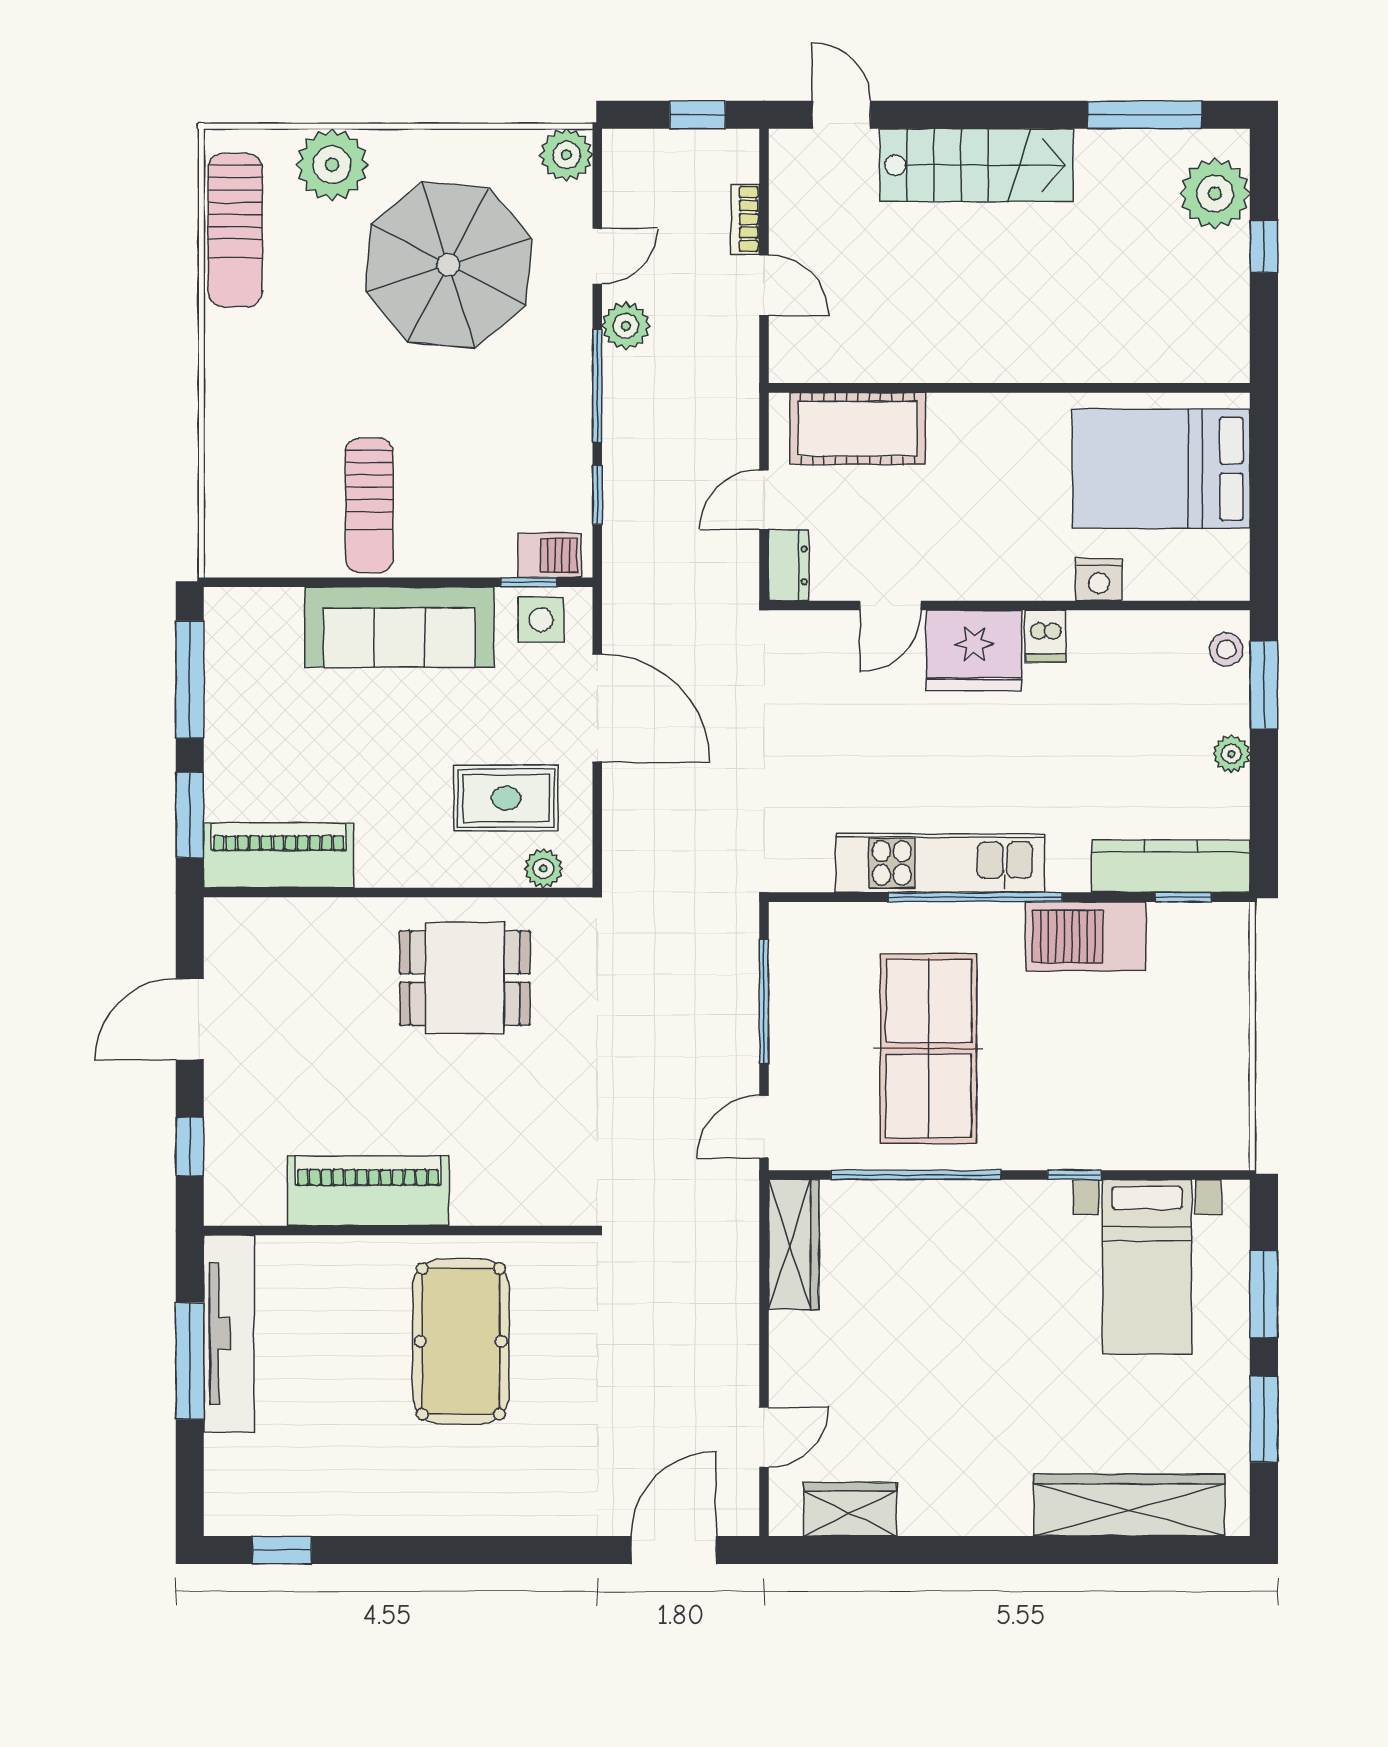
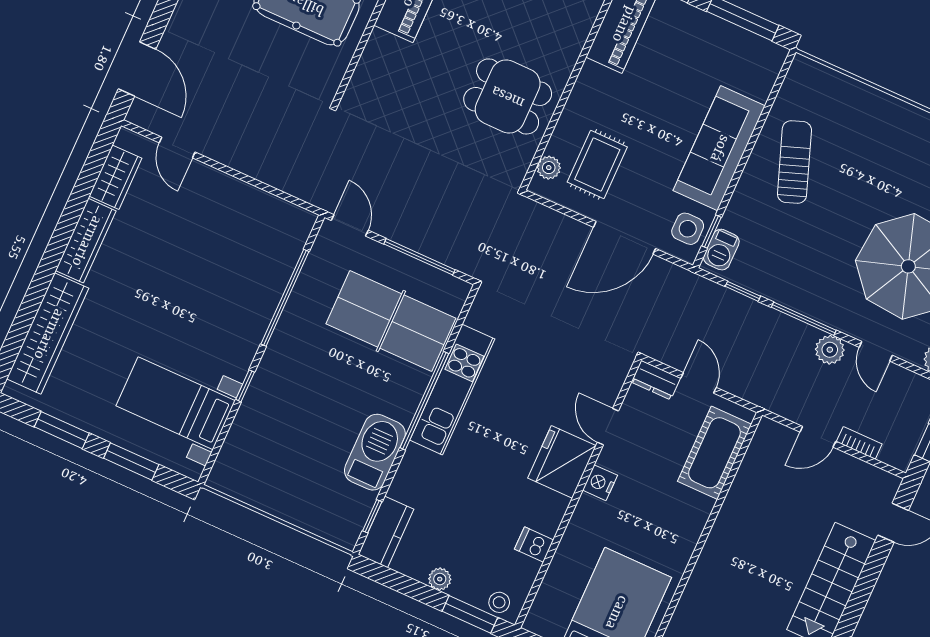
sun lounger: (369, 505) -> (794, 162), turned 70
nightstand: (1099, 580) -> (600, 483), moved
dishwasher: (1046, 636) -> (534, 545), moved
kitchen counter: (1171, 866) -> (386, 532), width x0.67
dining table: (465, 978) -> (508, 96), turned 90
table tennis table: (929, 1049) -> (391, 321), moved
wardrobe: (794, 1245) -> (86, 241), moved, turned -90

